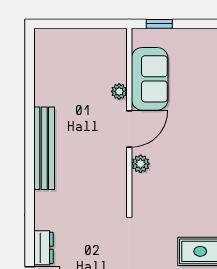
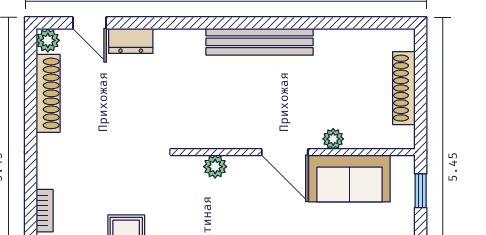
shoe rack: (80, 37) -> (404, 88), added
plant: (141, 164) -> (215, 167), moved

